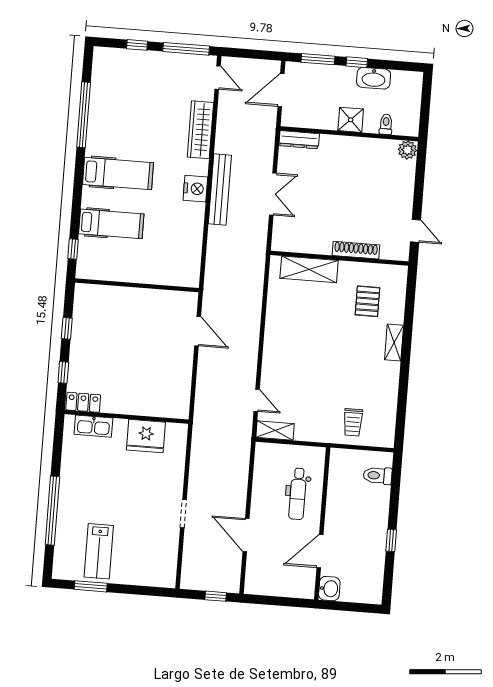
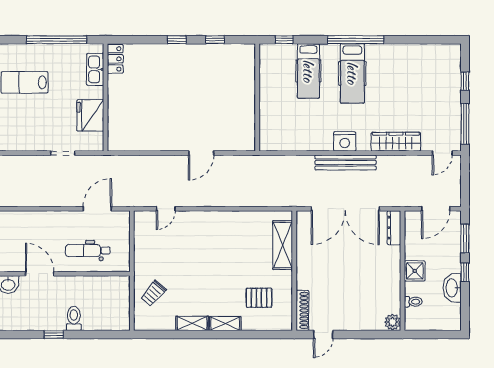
door: (281, 90) -> (436, 209), swing flipped
window: (84, 115) -> (356, 40), moved
double door: (273, 194) -> (345, 209), width x1.87
shoe rack: (356, 250) -> (302, 310), moved
door: (198, 331) -> (201, 153), moved
locker: (83, 402) -> (115, 59), moved
wall: (127, 417) -> (106, 97), moved
trolley: (353, 422) -> (153, 293), turned -49
kitchen sink: (93, 426) -> (95, 69), moved
shelving: (275, 431) -> (192, 323), moved, turned 90
fridge: (146, 436) -> (90, 115), moved
toilet: (378, 476) -> (74, 318), moved
door: (246, 535) -> (97, 209), moved

